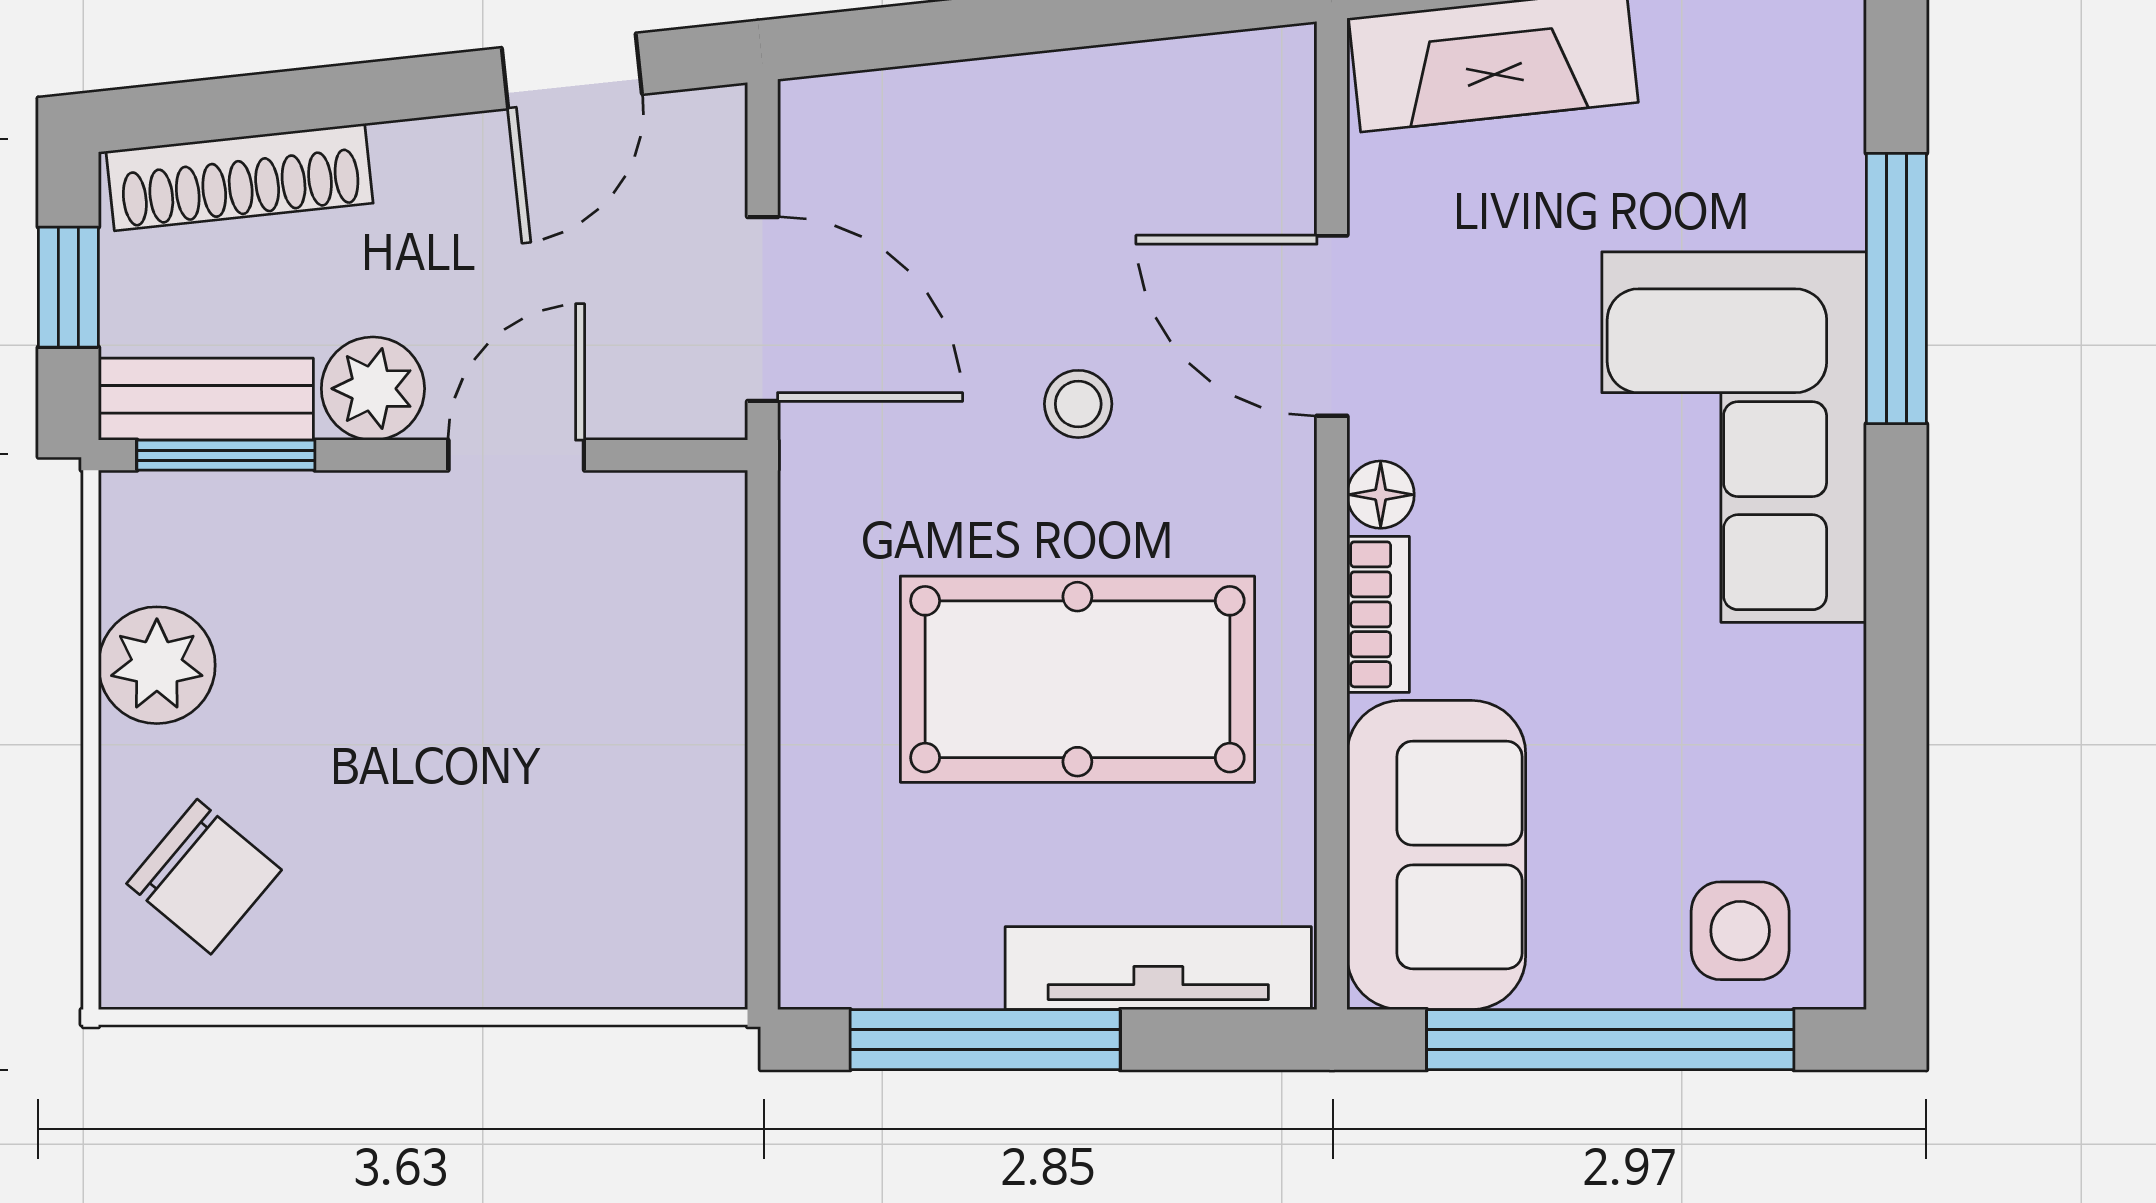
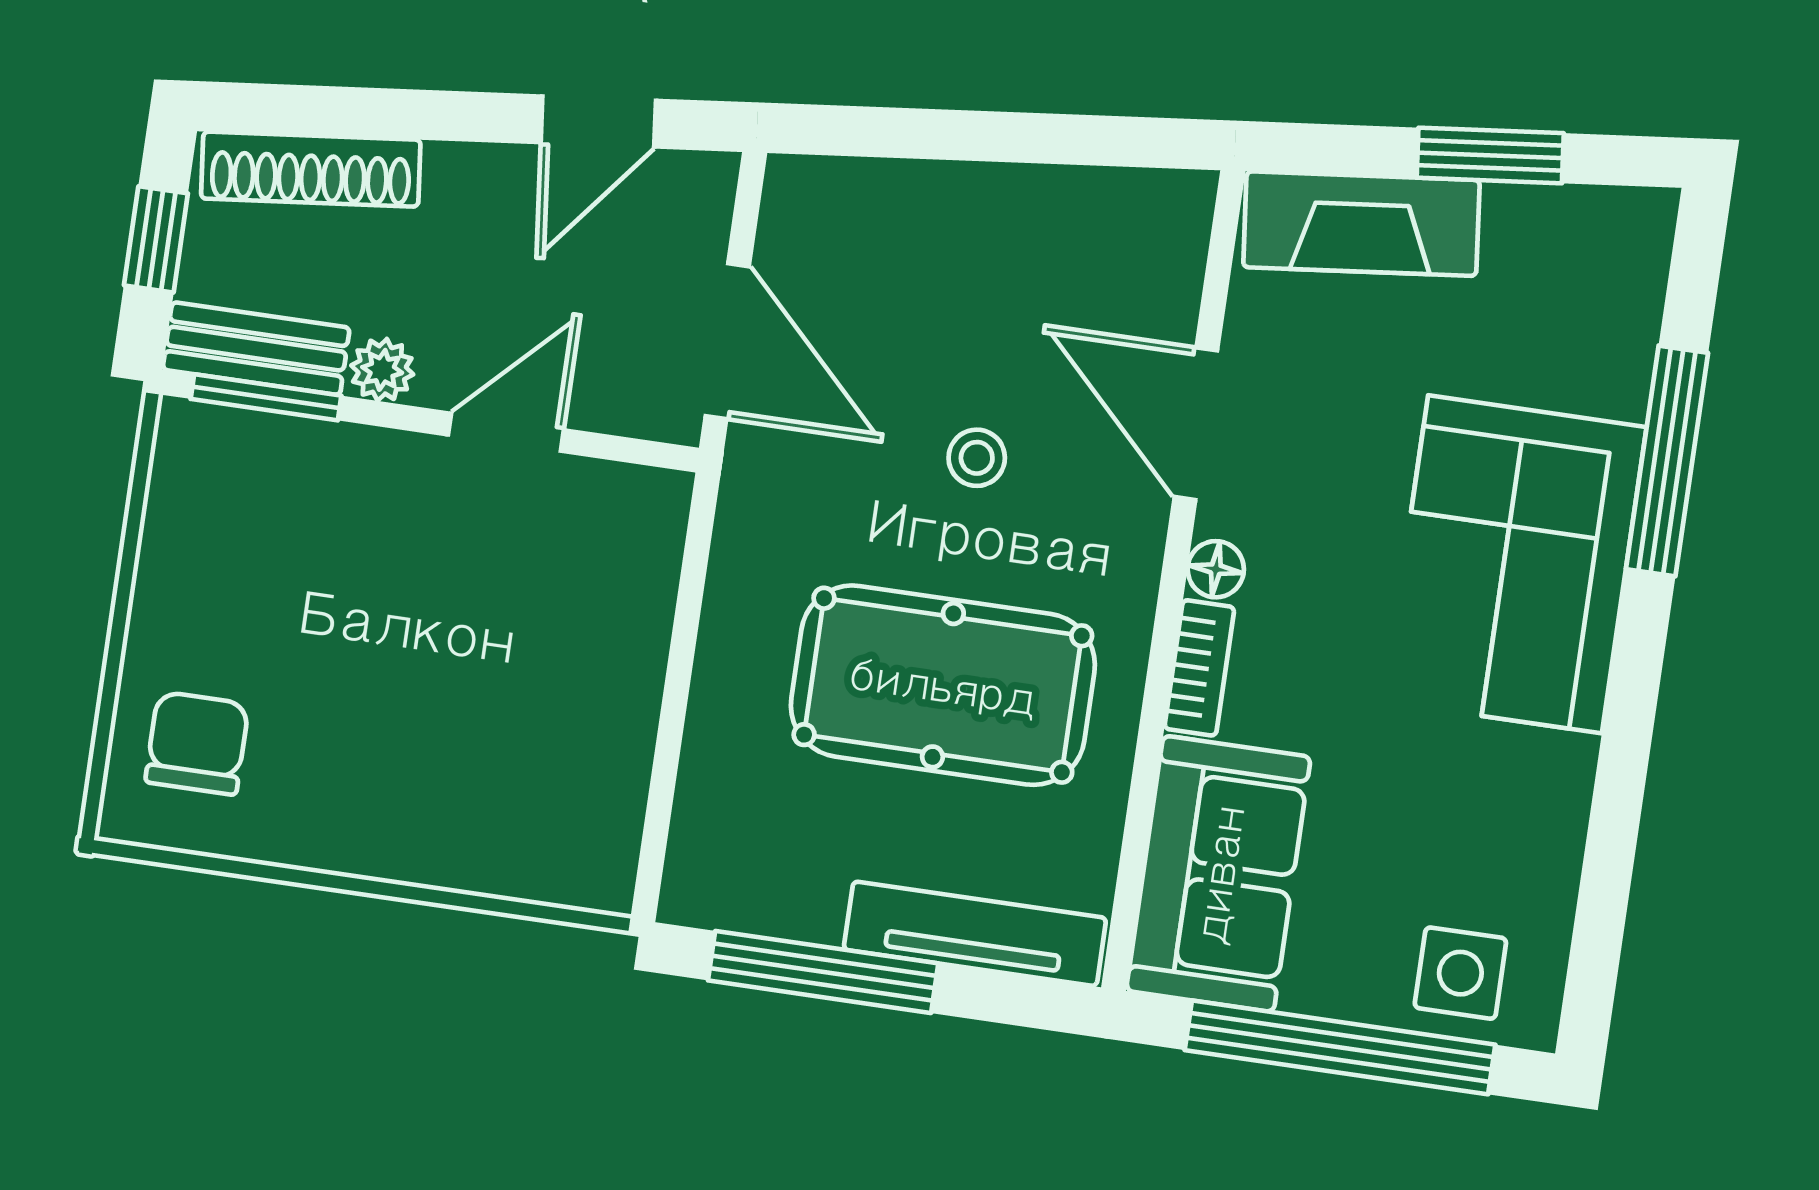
plant: (373, 389) -> (382, 370), width x0.73, depth x0.73
plant: (157, 665) -> (183, 563), removed
chair: (204, 877) -> (197, 743), turned -130

